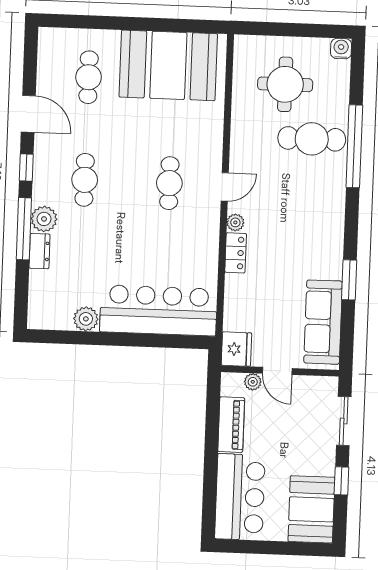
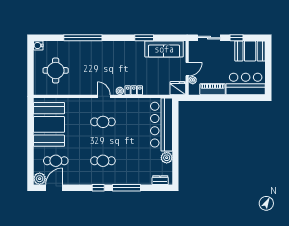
door: (28, 114) -> (54, 188), moved
cafe table: (312, 139) -> (80, 57), removed
plant: (44, 219) -> (40, 179), moved
dresser: (40, 251) -> (160, 180), moved

